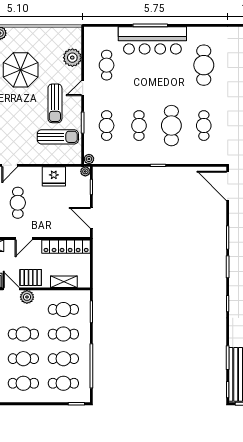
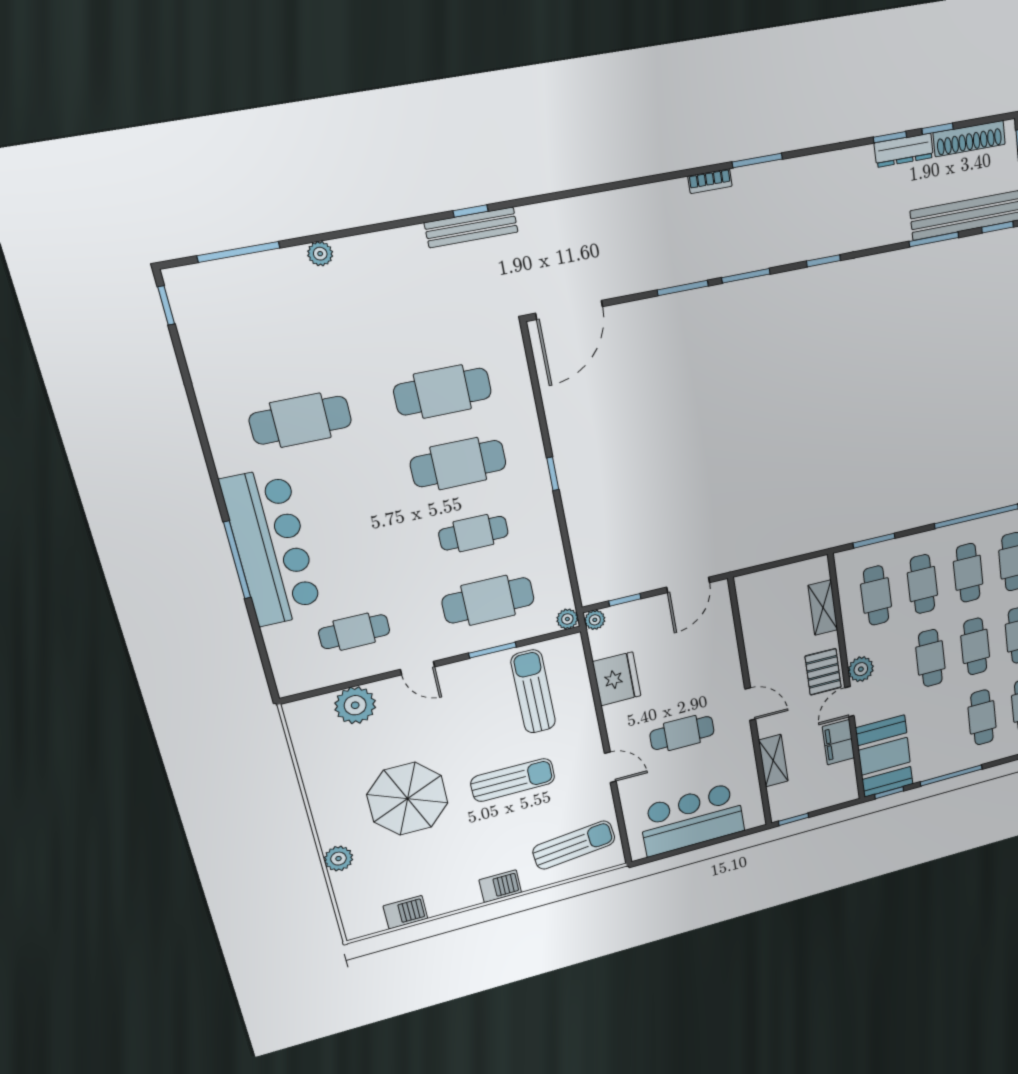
sun lounger: (55, 103) -> (513, 780), moved
cafe table: (107, 126) -> (488, 600), width x1.37, depth x1.35
cafe table: (204, 126) -> (443, 392), width x1.37, depth x1.35
locker: (66, 247) -> (754, 620), removed

